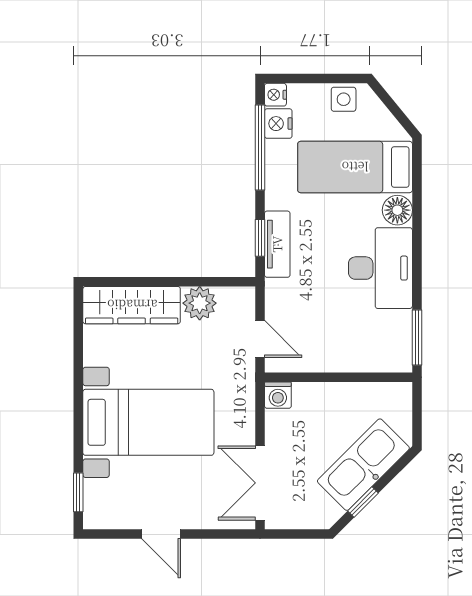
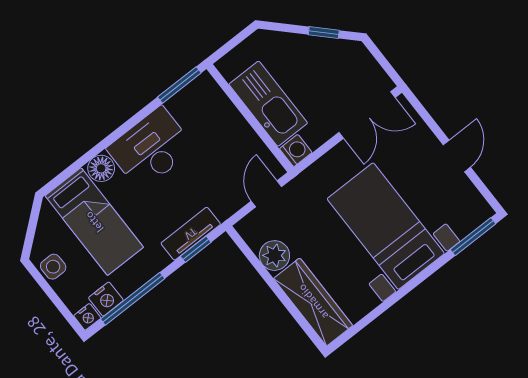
kitchen sink: (363, 465) -> (268, 104), moved, turned -135
window: (78, 492) -> (473, 237), width x1.50

